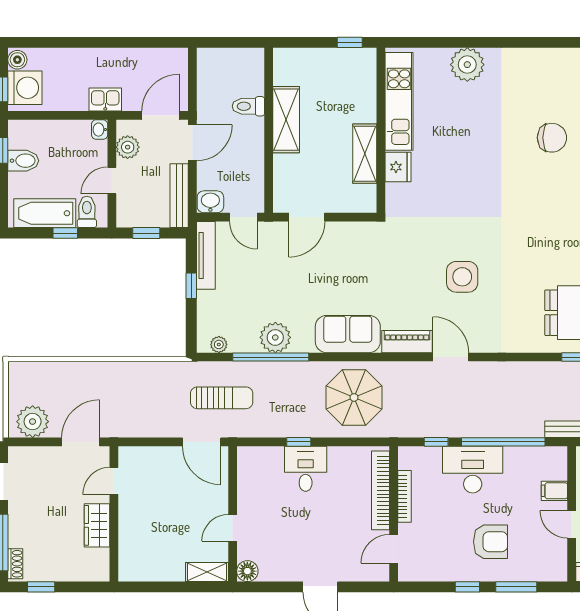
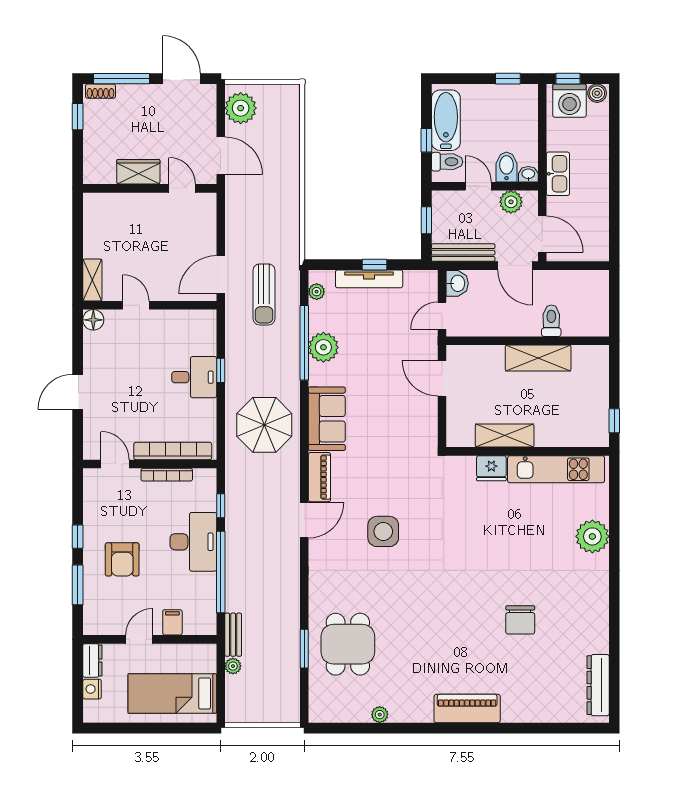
kitchen sink: (105, 99) -> (558, 174), width x1.38
bidet: (23, 161) -> (506, 167), moved, turned 180
tv unit: (206, 255) -> (369, 279), moved

